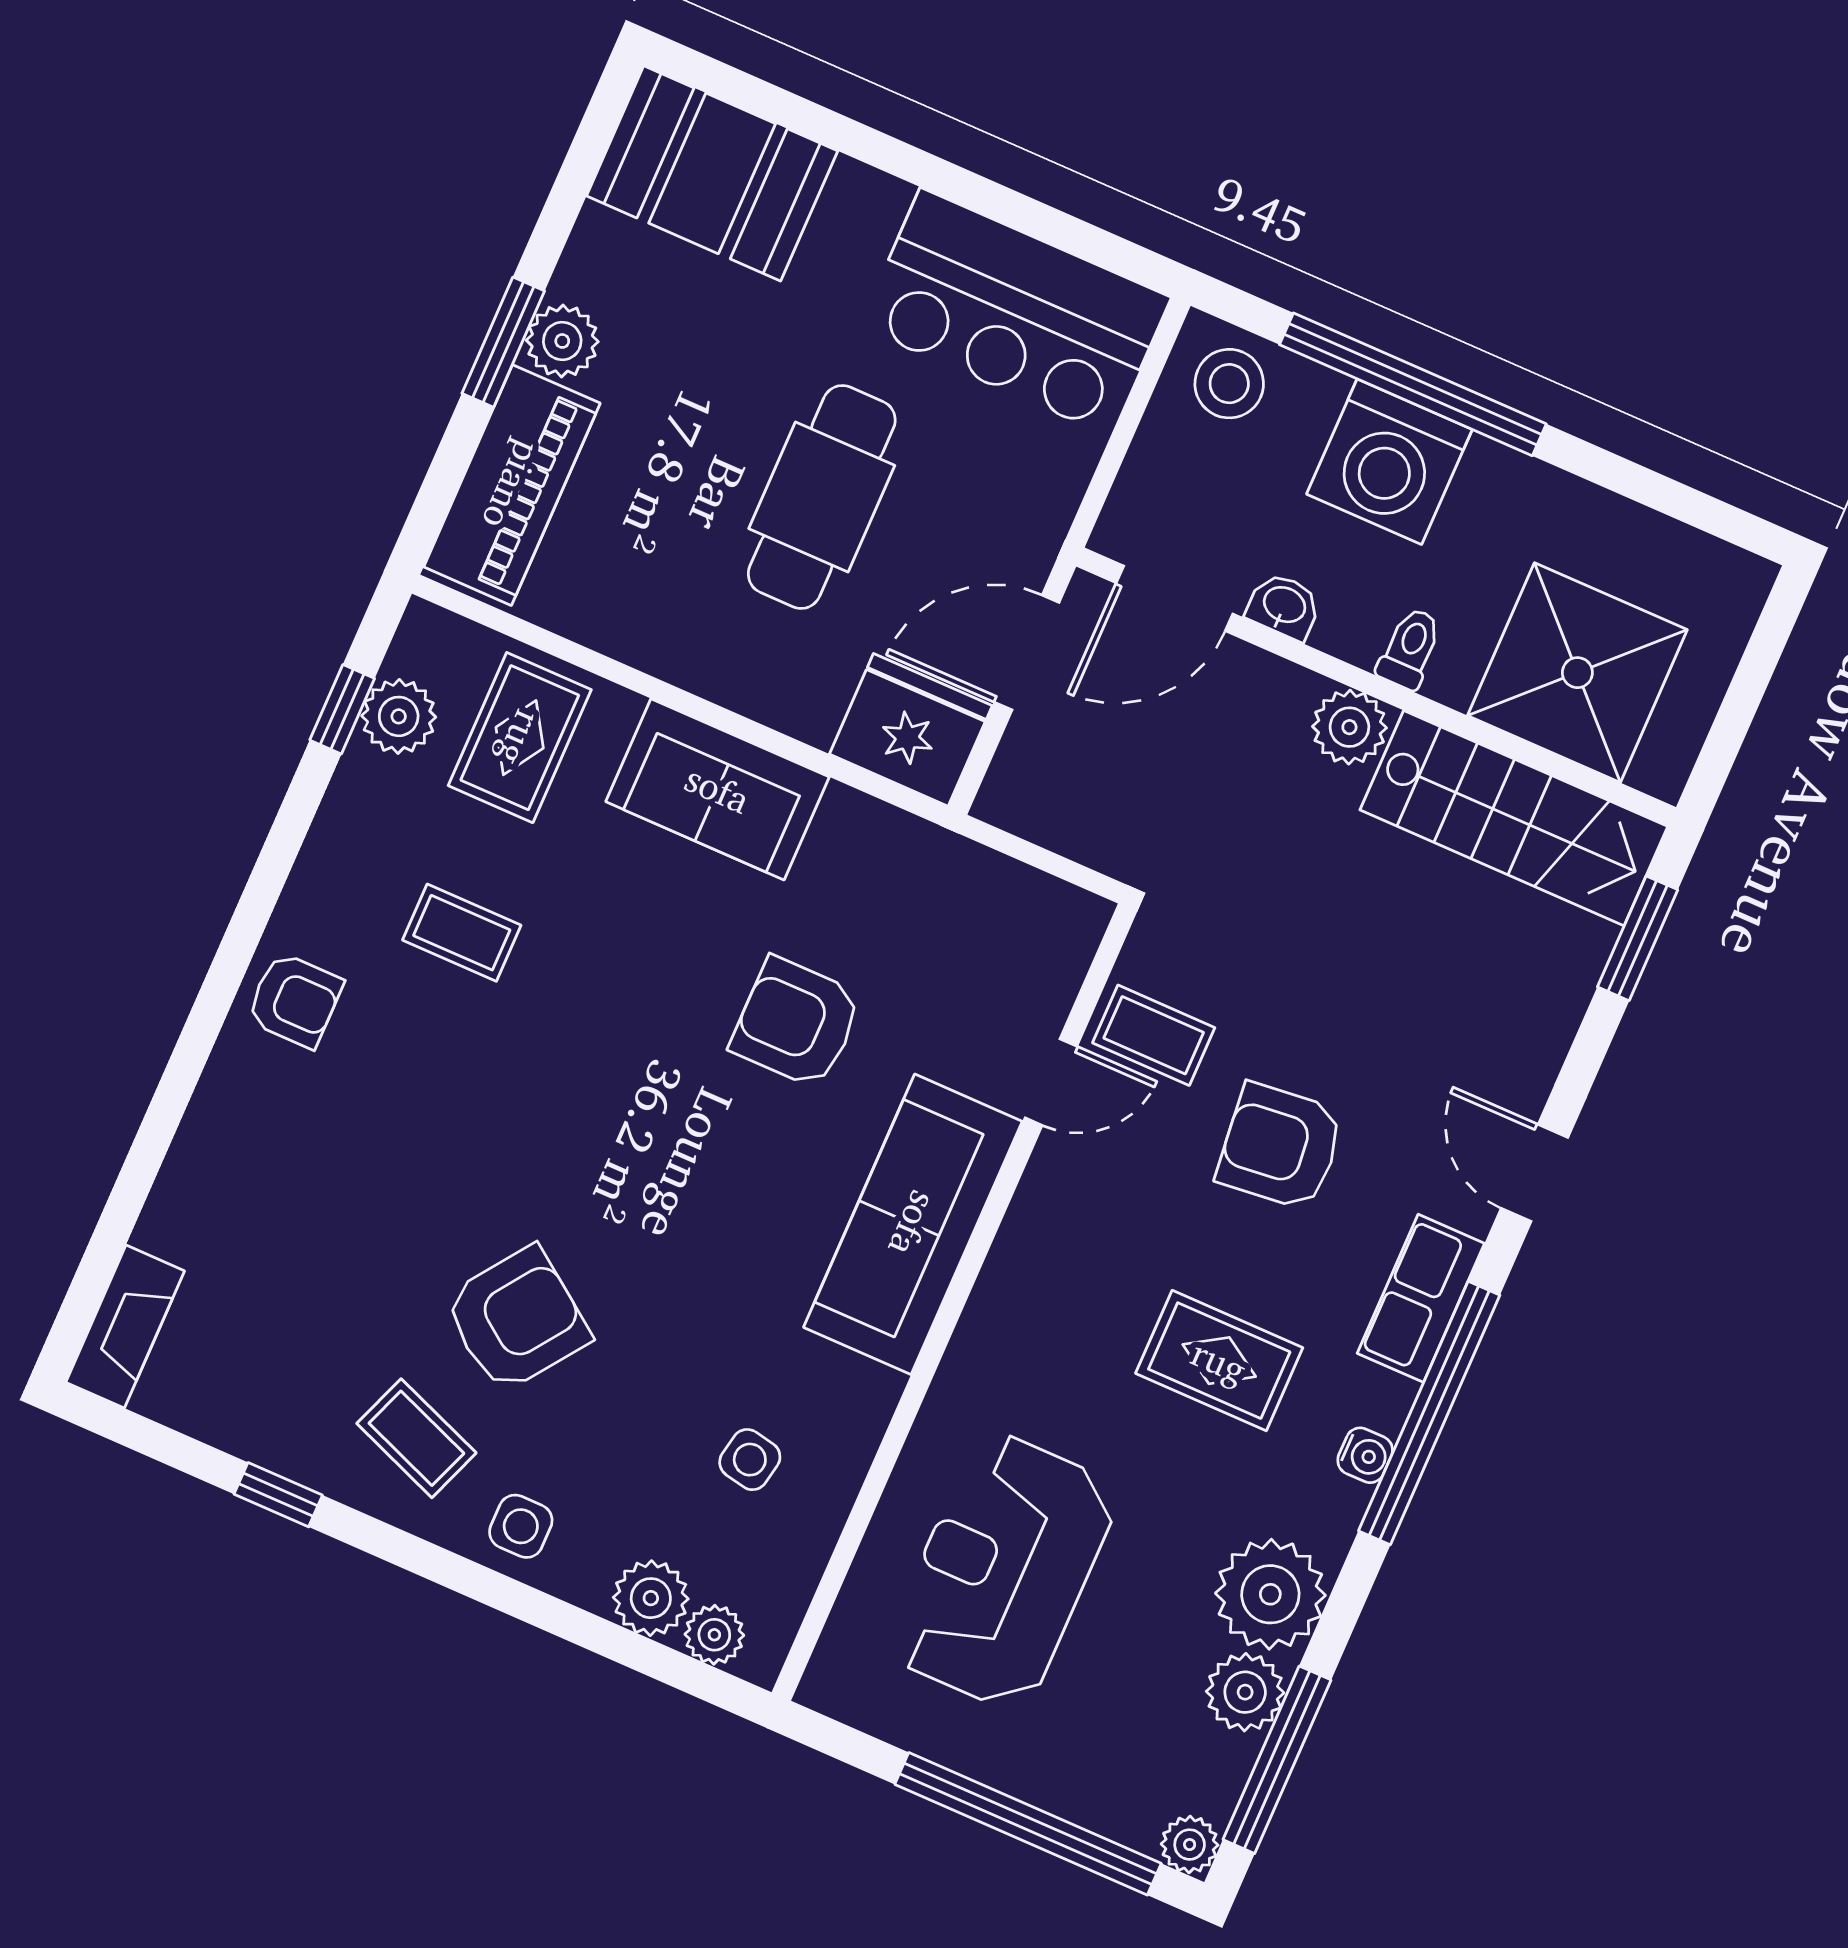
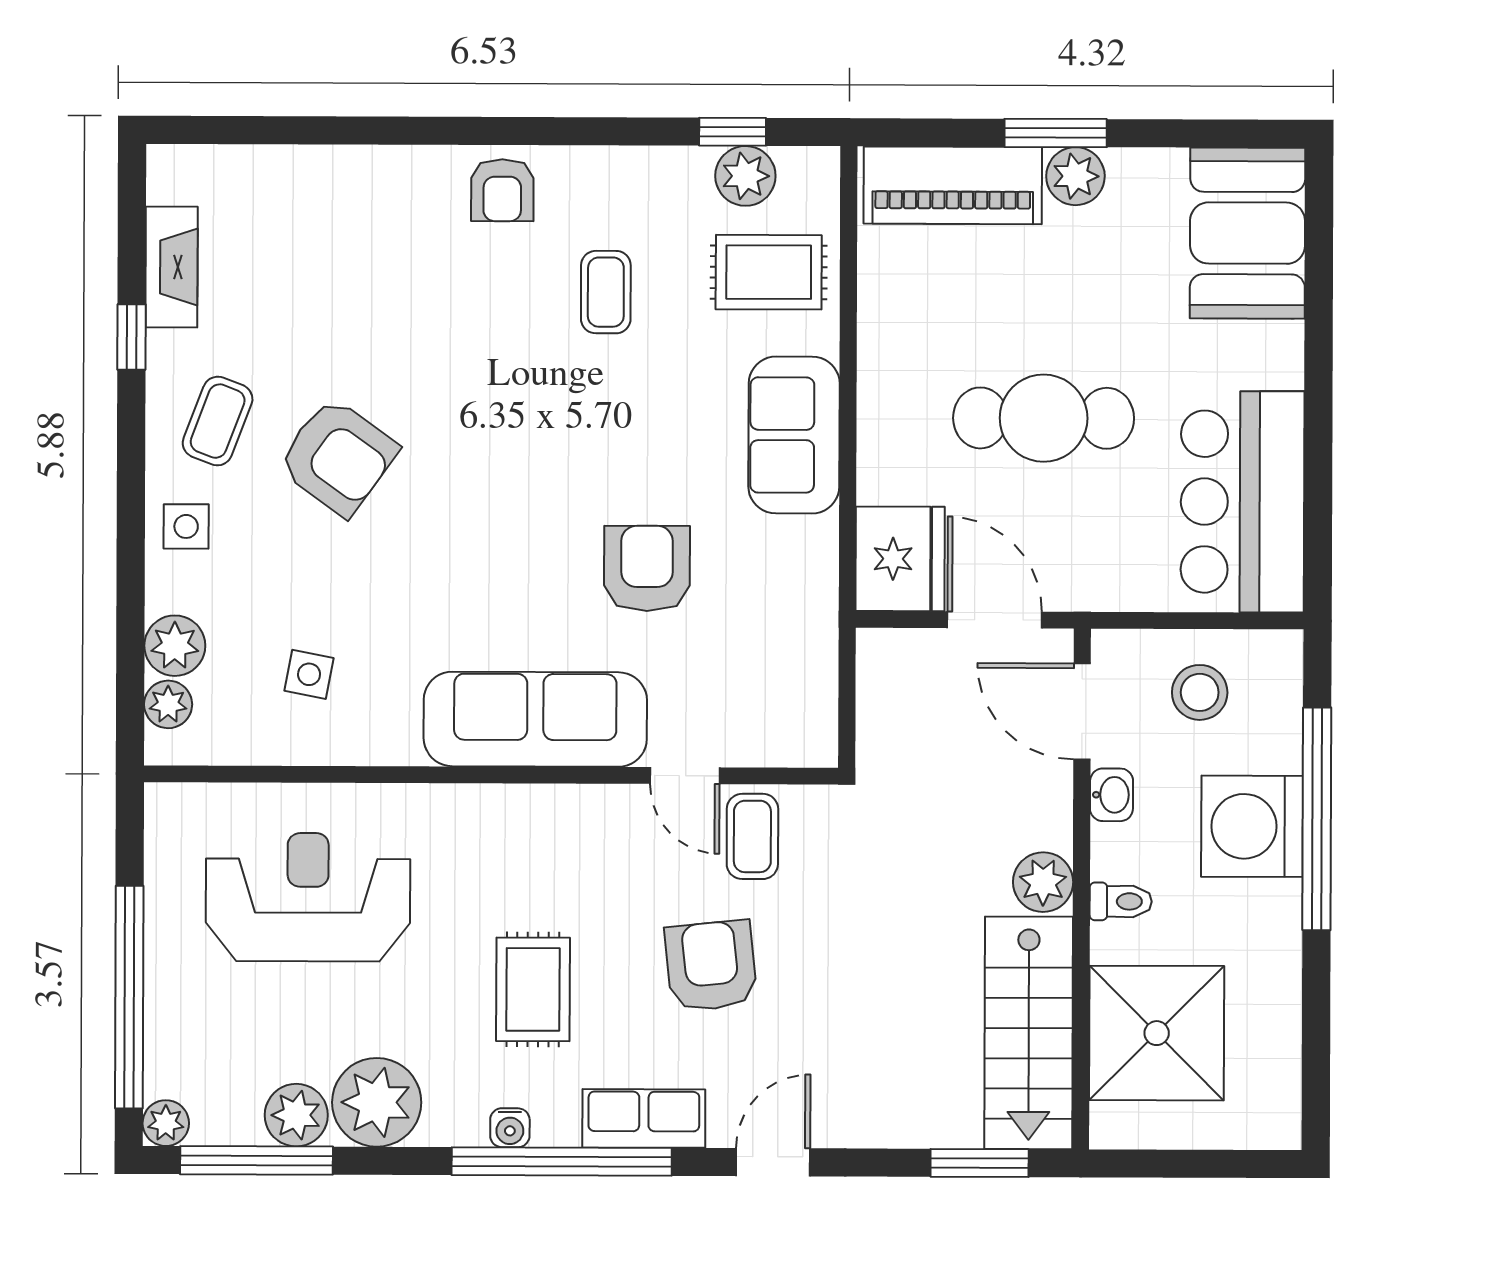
stool: (1229, 384) -> (1200, 692), moved
fireplace: (125, 1327) -> (172, 267), moved, turned -90

